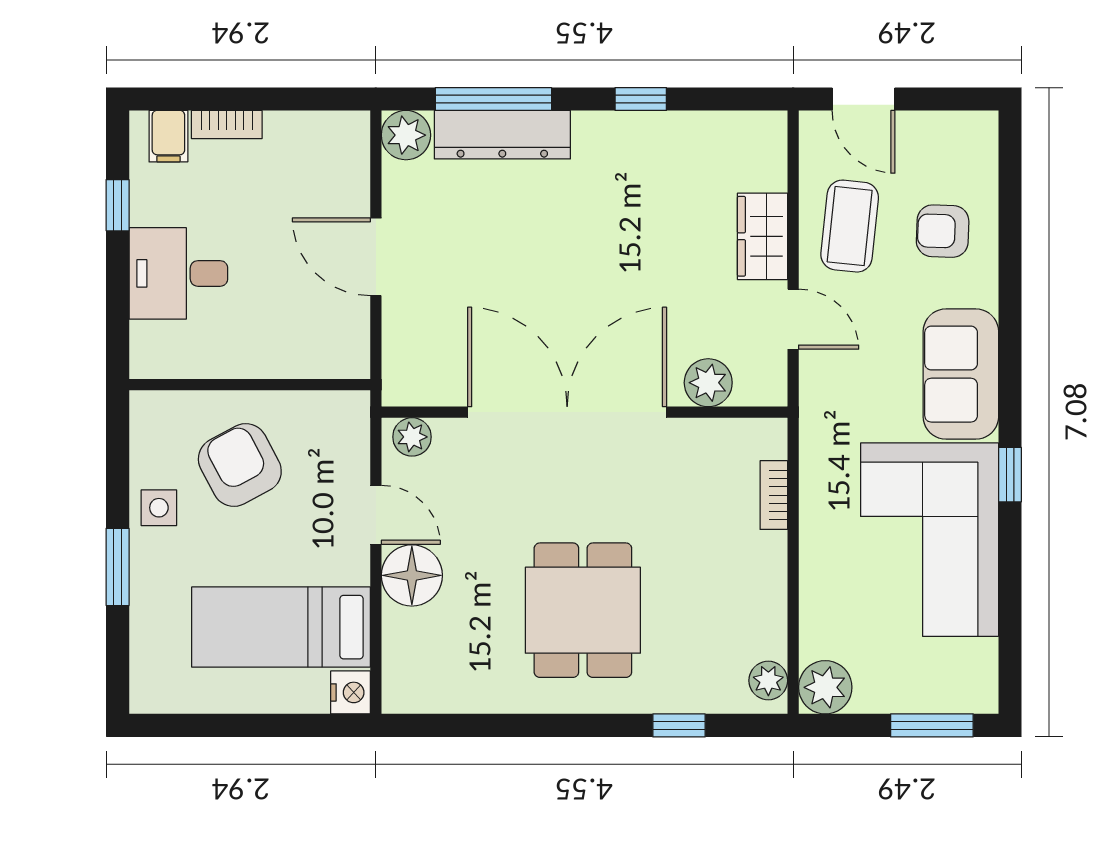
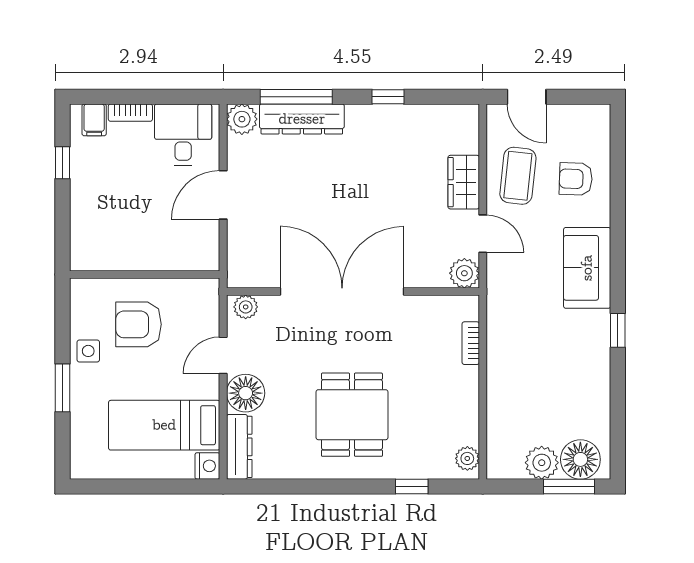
door: (376, 257) -> (223, 195), hinge flipped
desk: (178, 273) -> (183, 135), moved, turned 90
plant: (708, 383) -> (464, 273), moved
armchair: (240, 465) -> (139, 324), turned -62
door: (376, 515) -> (223, 355), swing flipped
corner sofa: (930, 540) -> (568, 371), removed
dresser: (402, 662) -> (239, 447), added
floor lamp: (950, 682) -> (580, 459), added
plant: (825, 687) -> (542, 463), moved

